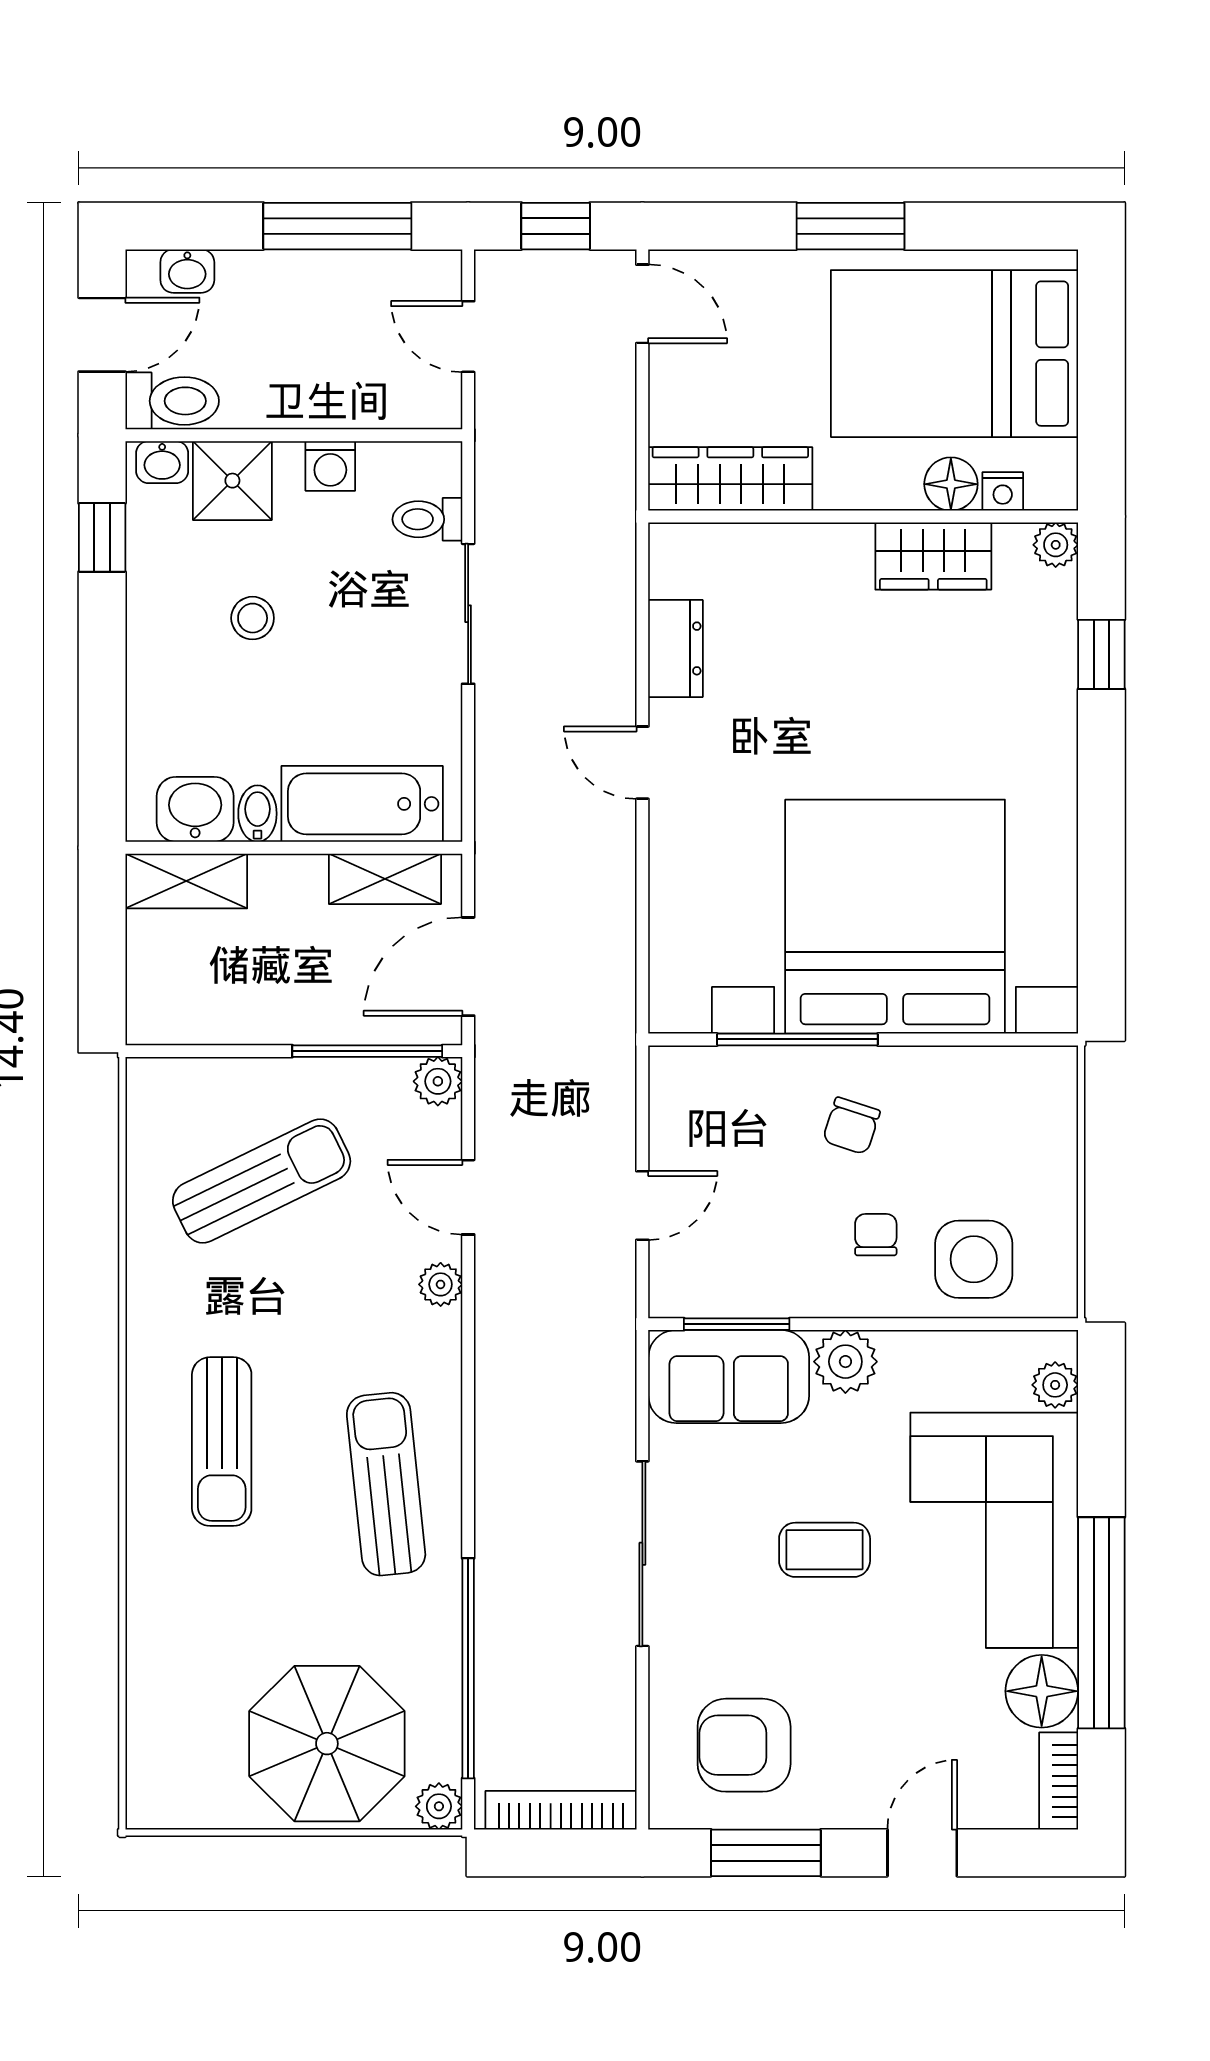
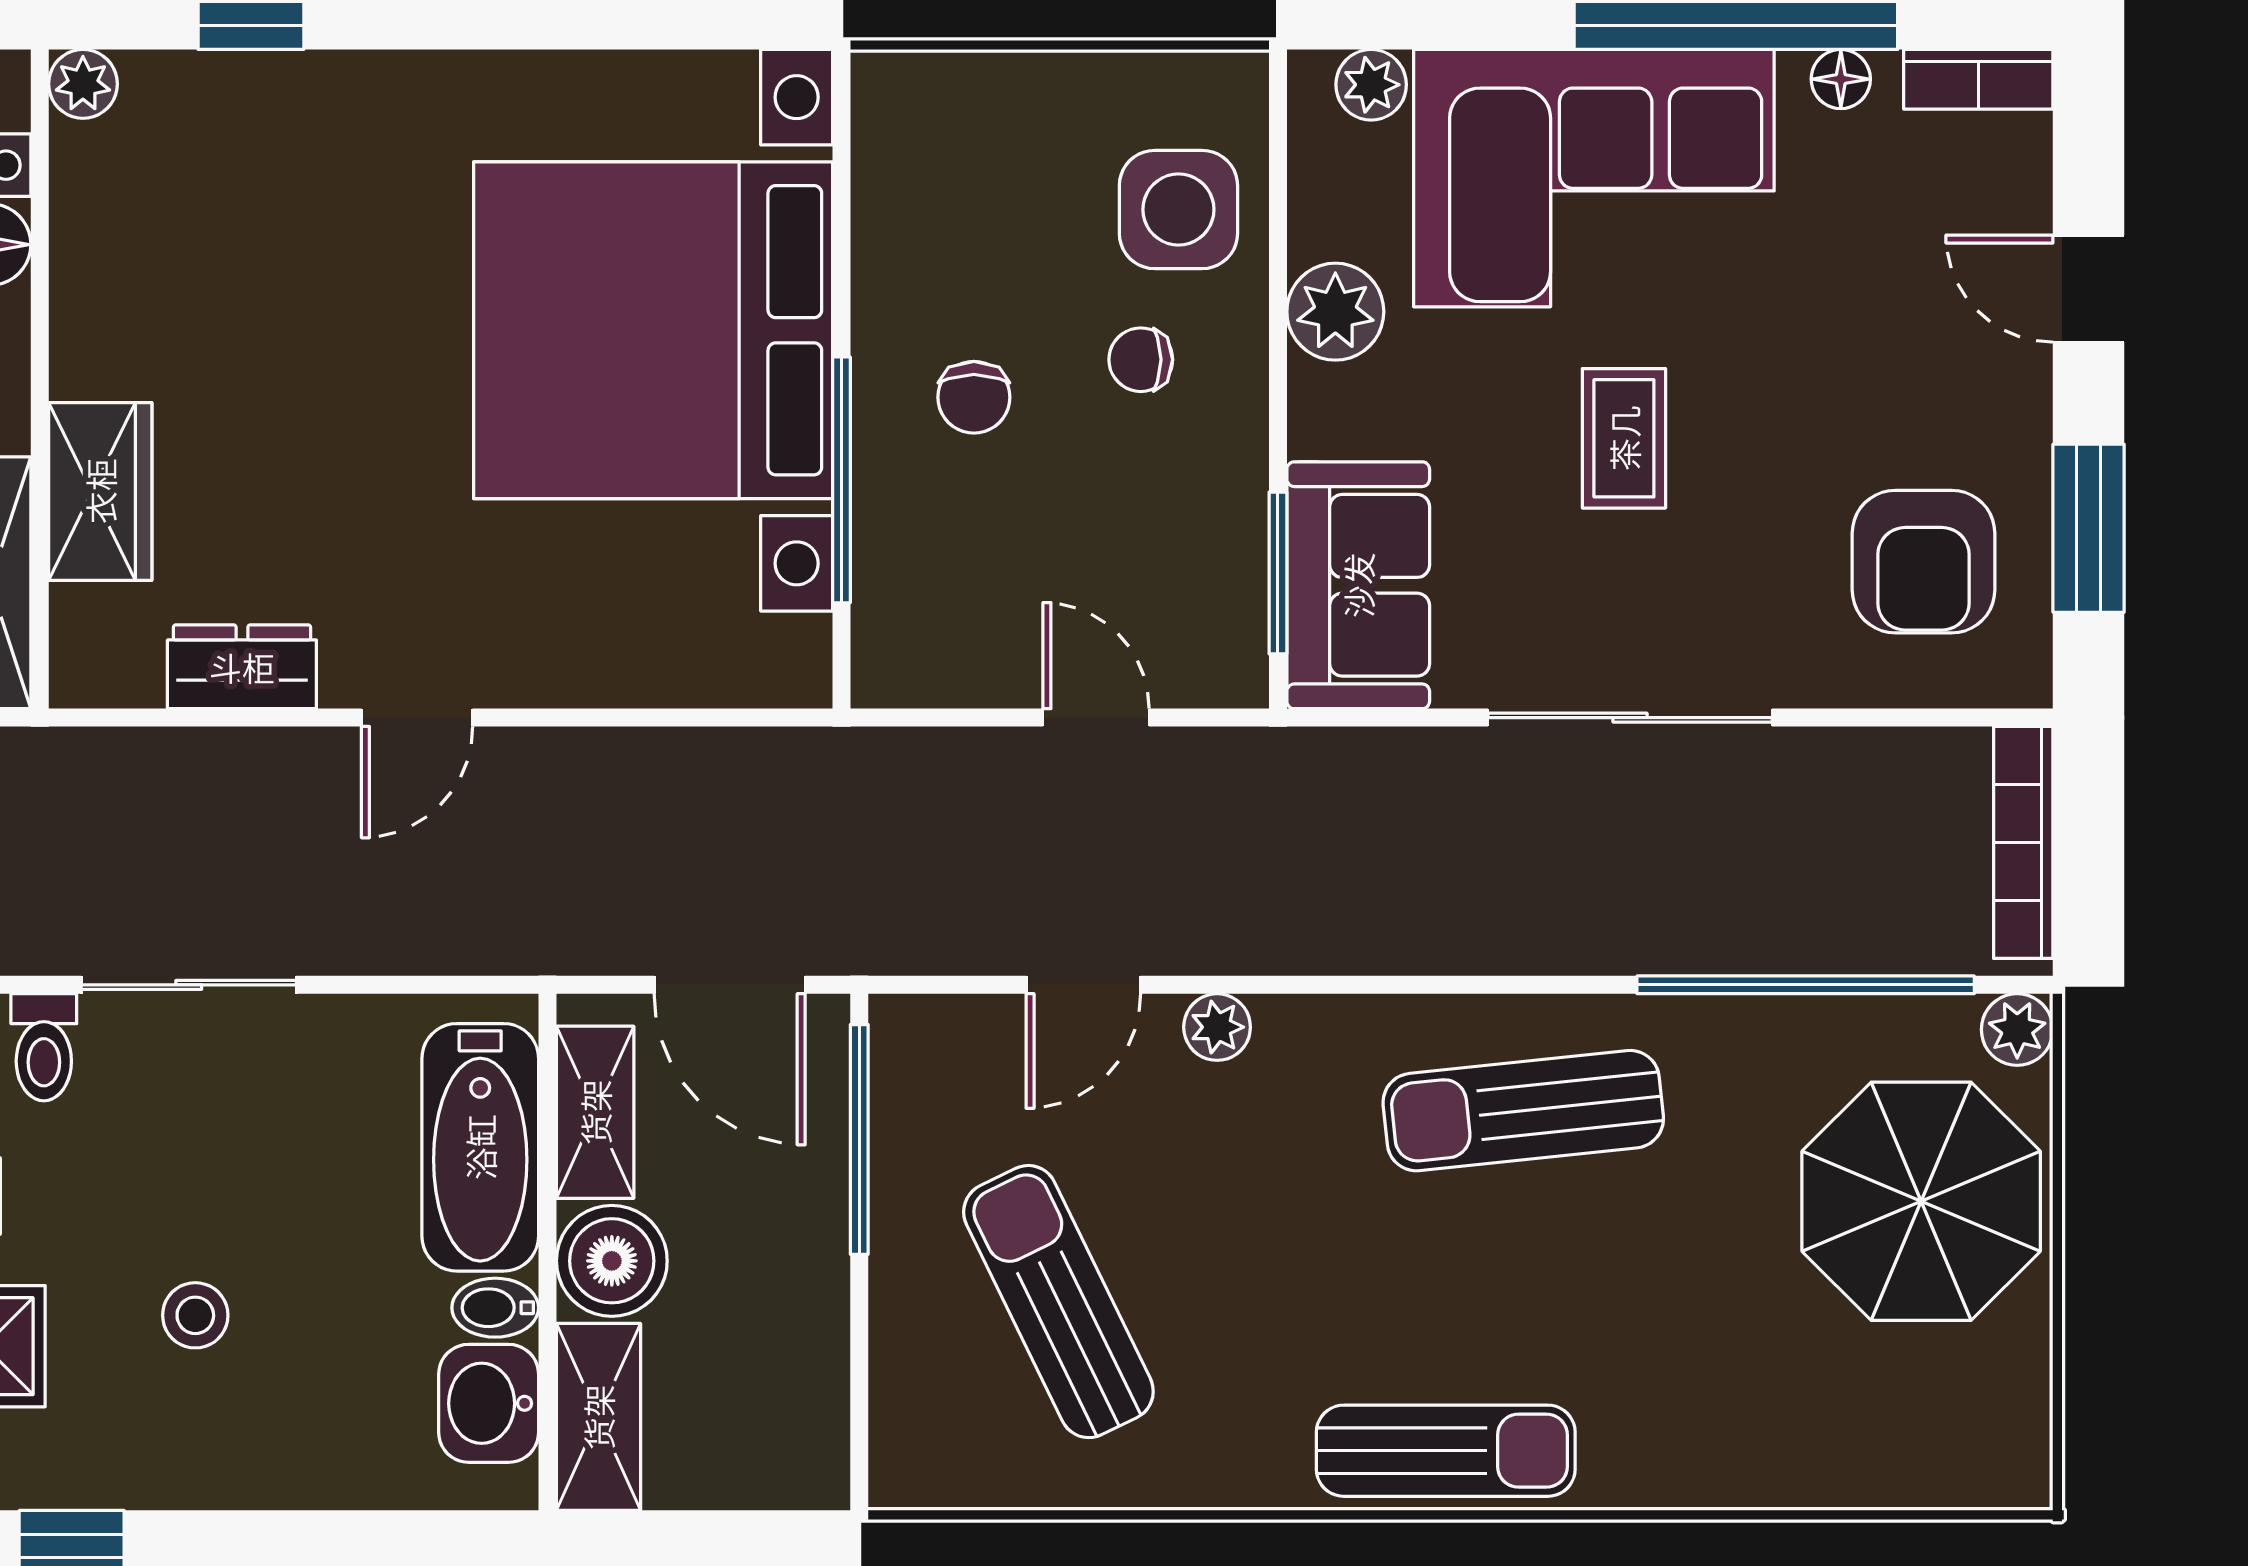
wardrobe: (933, 556) -> (100, 491), moved
boiler: (288, 890) -> (612, 1261), added
plant: (438, 1081) -> (906, 1031), removed
chair: (851, 1126) -> (974, 397), turned 72
plant: (845, 1362) -> (1335, 312), moved
sun lounger: (222, 1442) -> (1446, 1451), moved
floor lamp: (1042, 1691) -> (1841, 79), width x0.53, depth x0.53

